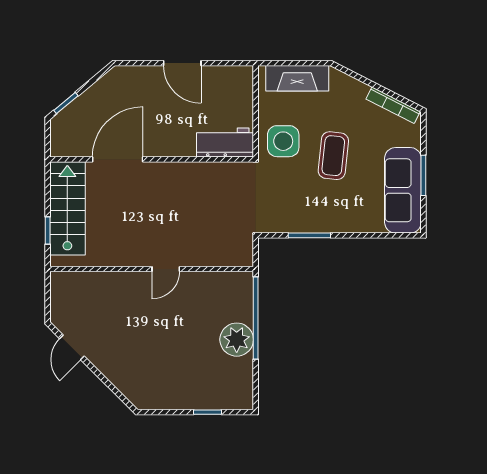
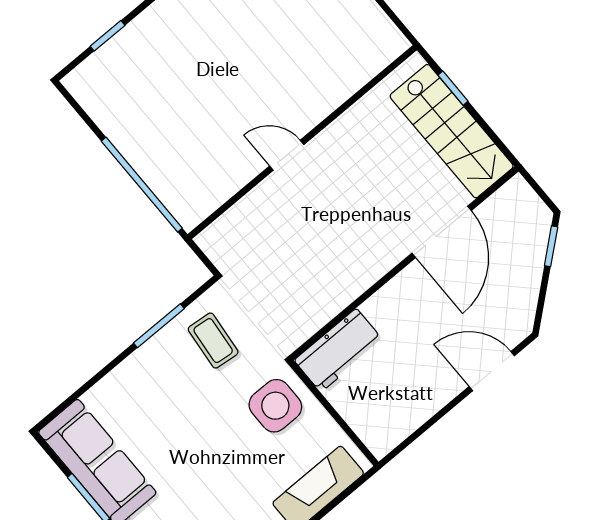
door: (182, 63) -> (492, 371), moved
coffee table: (333, 156) -> (213, 341), moved, width x0.73, depth x0.77
door: (166, 269) -> (287, 155), hinge flipped
plant: (237, 340) -> (143, 143), removed

